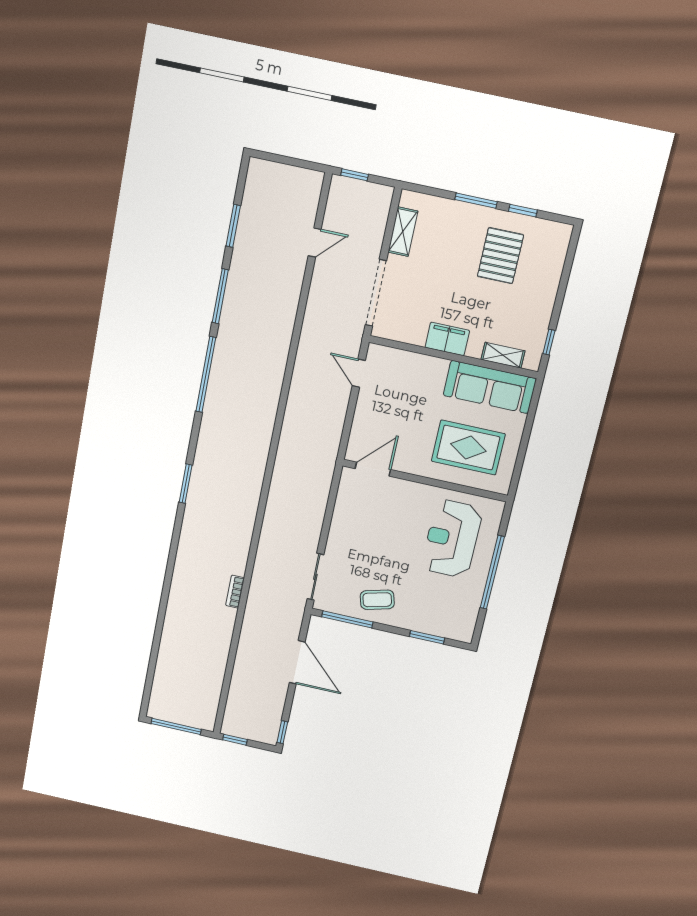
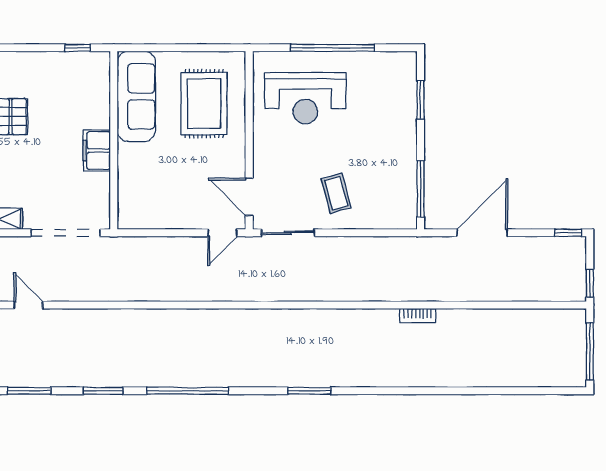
window: (220, 296) -> (103, 391), width x0.69
shelving: (503, 355) -> (101, 91), removed
door: (359, 373) -> (222, 233), moved
sliding door: (315, 577) -> (288, 233), moved
coffee table: (377, 600) -> (336, 193), moved

